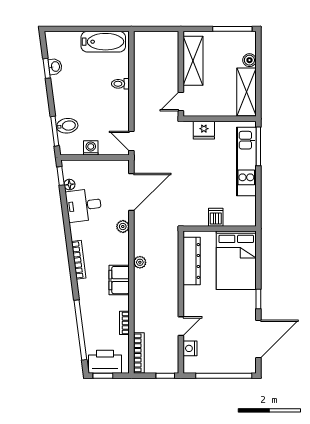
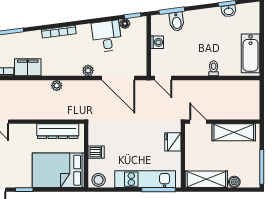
door: (131, 141) -> (163, 78), swing flipped
stool: (247, 215) -> (99, 180), added
filing cabinet: (119, 280) -> (28, 67), moved

